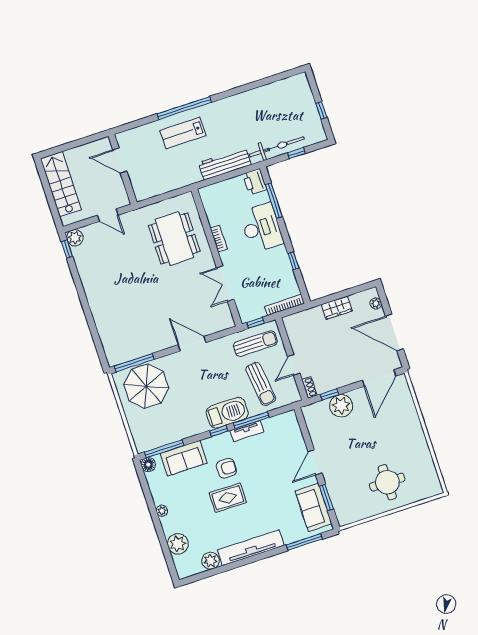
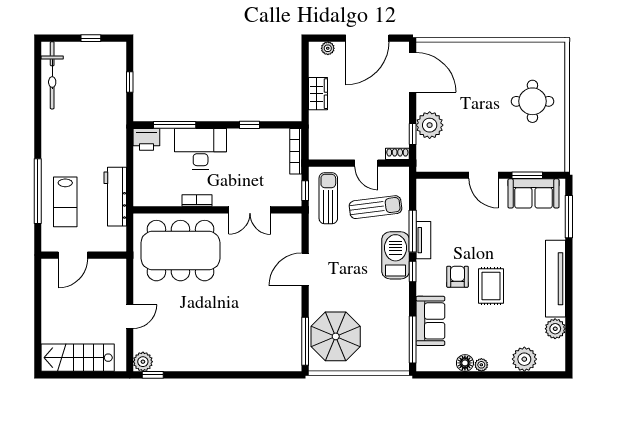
bicycle: (277, 147) -> (52, 75), moved, turned 180
door: (120, 161) -> (73, 255), moved
workbench: (225, 164) -> (115, 197), moved
wall: (123, 169) -> (84, 255), moved
dining table: (174, 239) -> (180, 251), width x1.36, depth x1.24
floor lamp: (148, 465) -> (465, 363), moved

